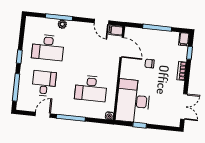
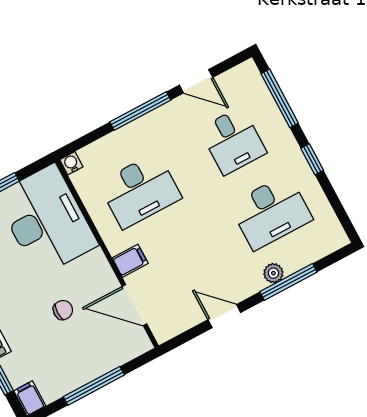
door: (101, 22) -> (224, 316), moved
filing cabinet: (116, 30) -> (130, 261), moved
desk: (48, 48) -> (271, 212), turned 180
desk: (91, 88) -> (140, 190), turned 180
door: (43, 115) -> (196, 81), hinge flipped

